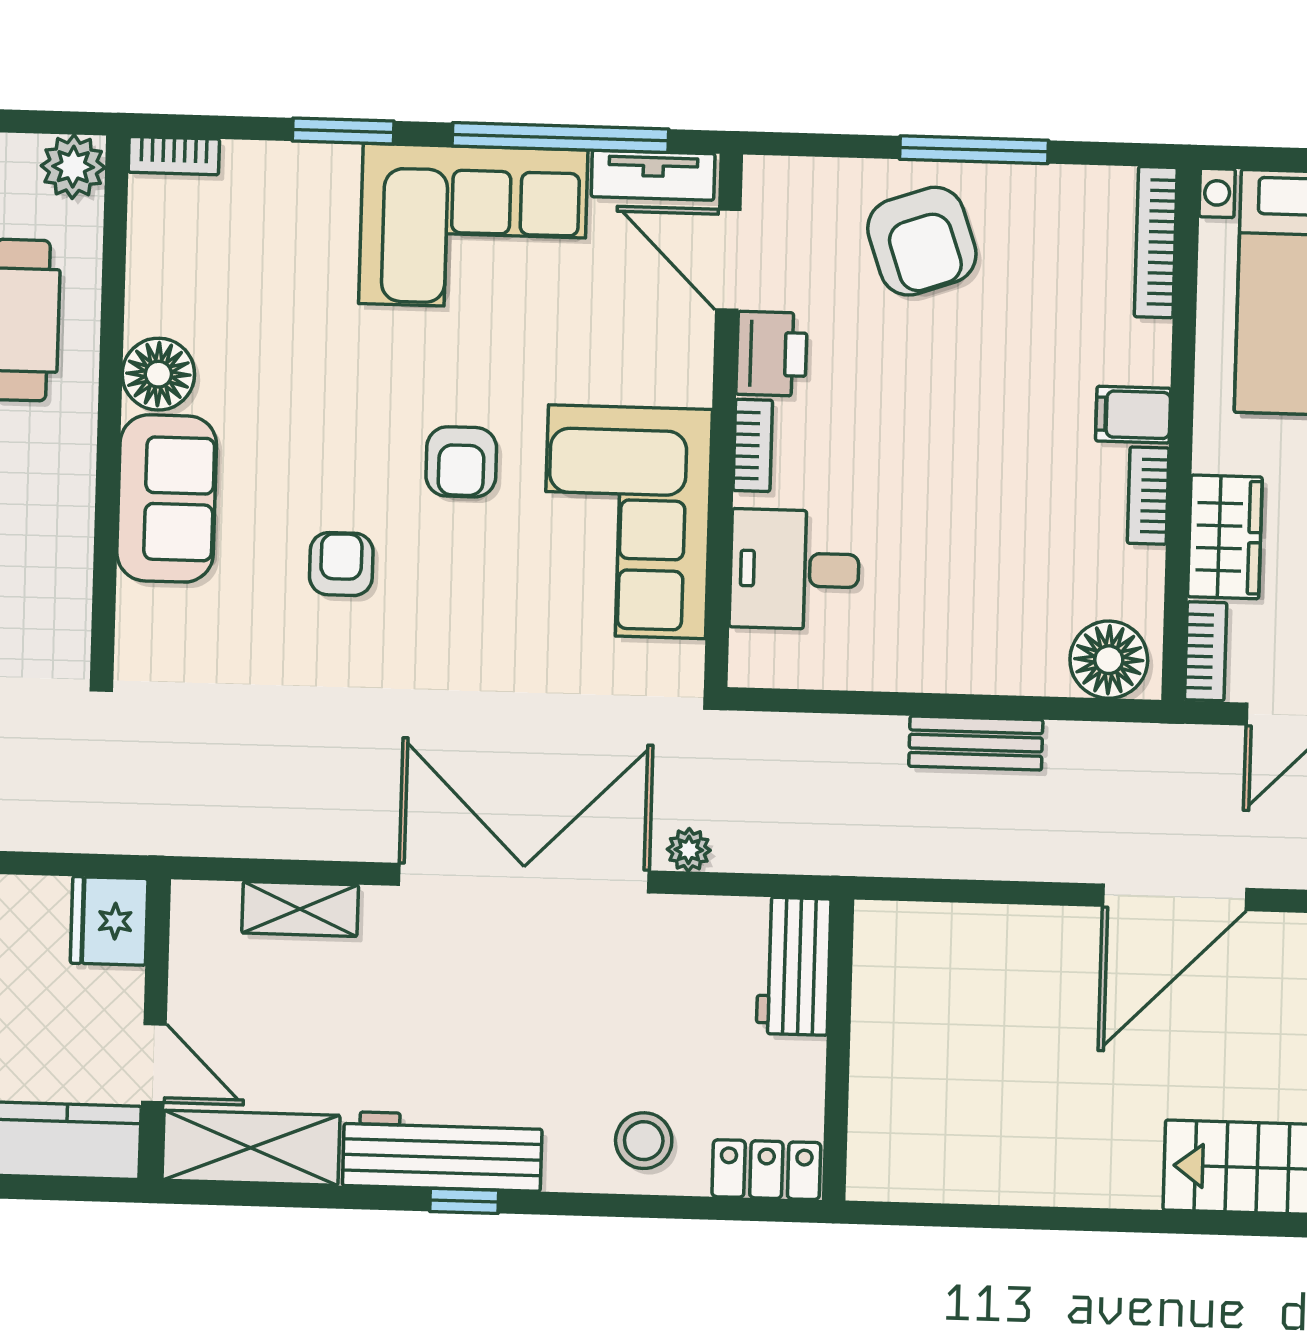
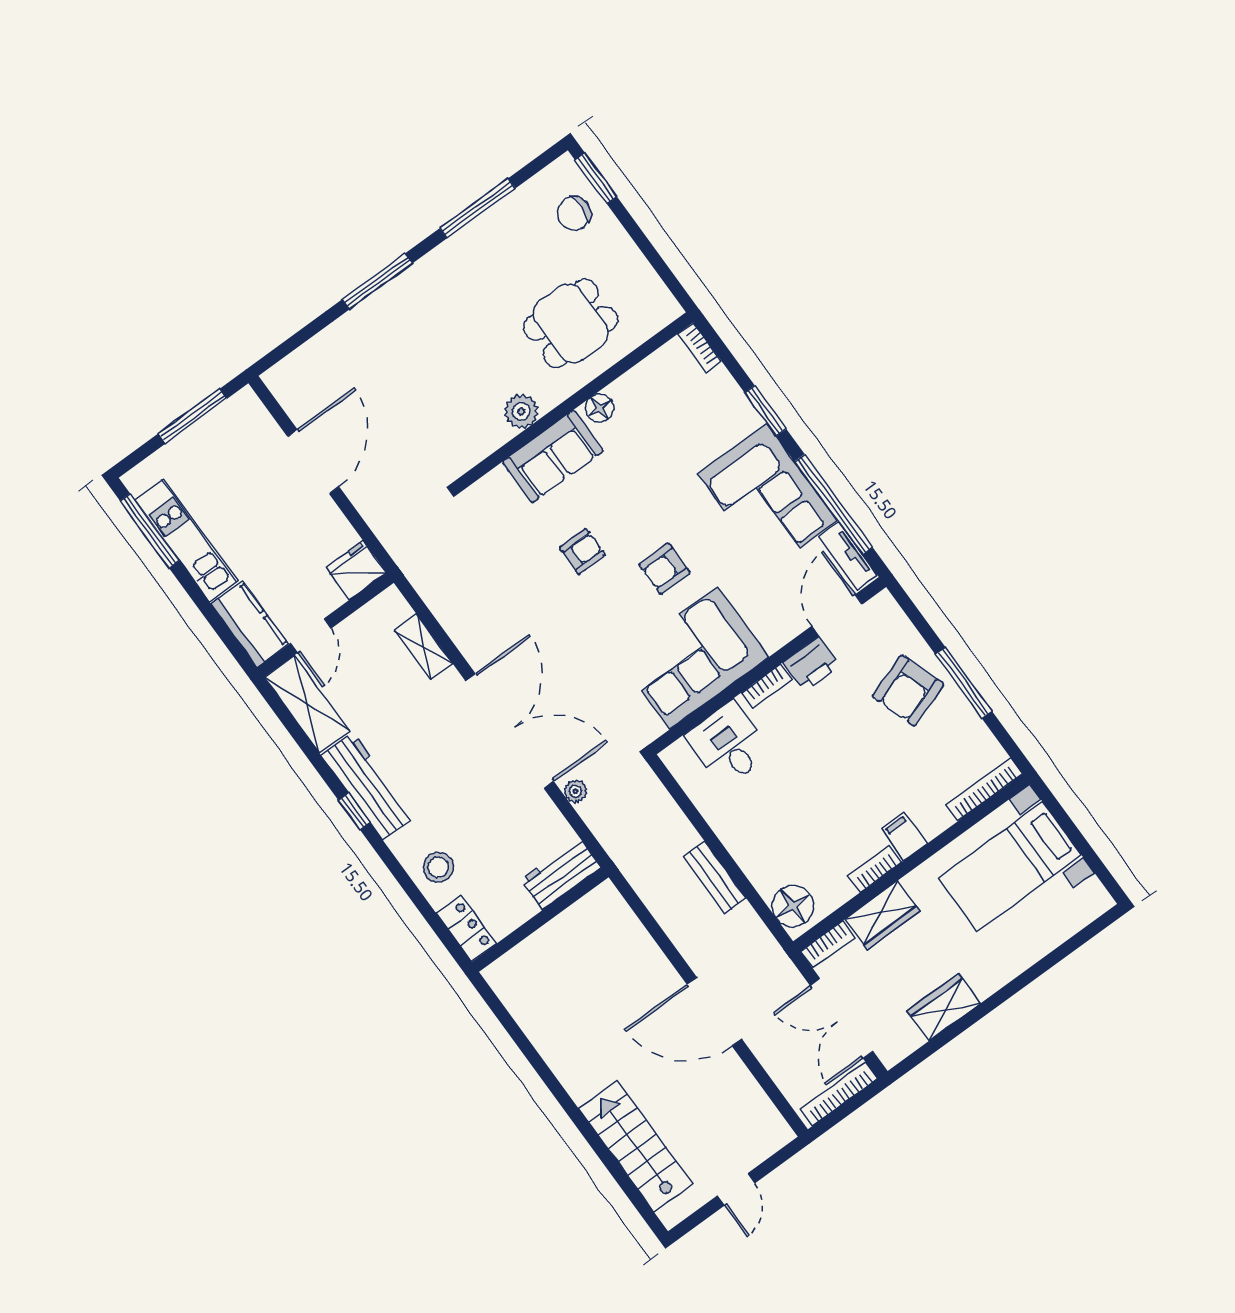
plant: (73, 167) -> (521, 411), moved
floor lamp: (158, 374) -> (599, 408), width x0.73, depth x0.73

